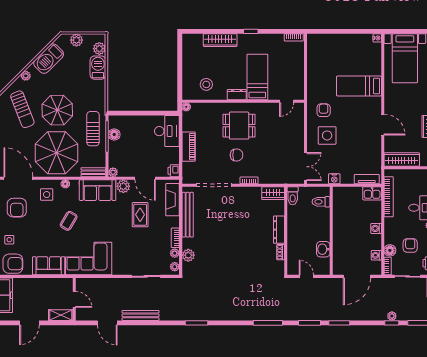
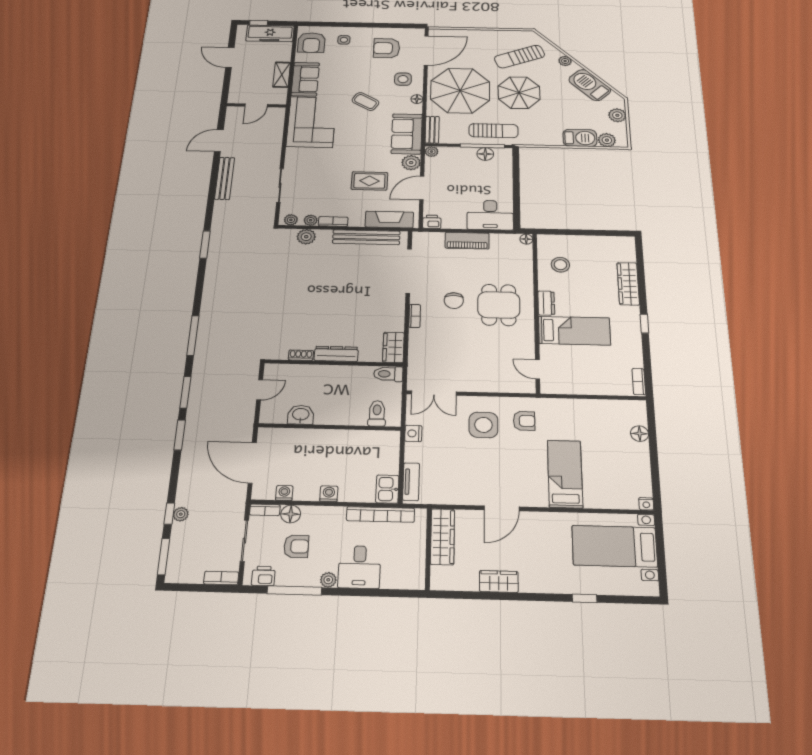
floor lamp: (330, 39) -> (640, 434), added
shelving: (61, 315) -> (282, 75), moved

